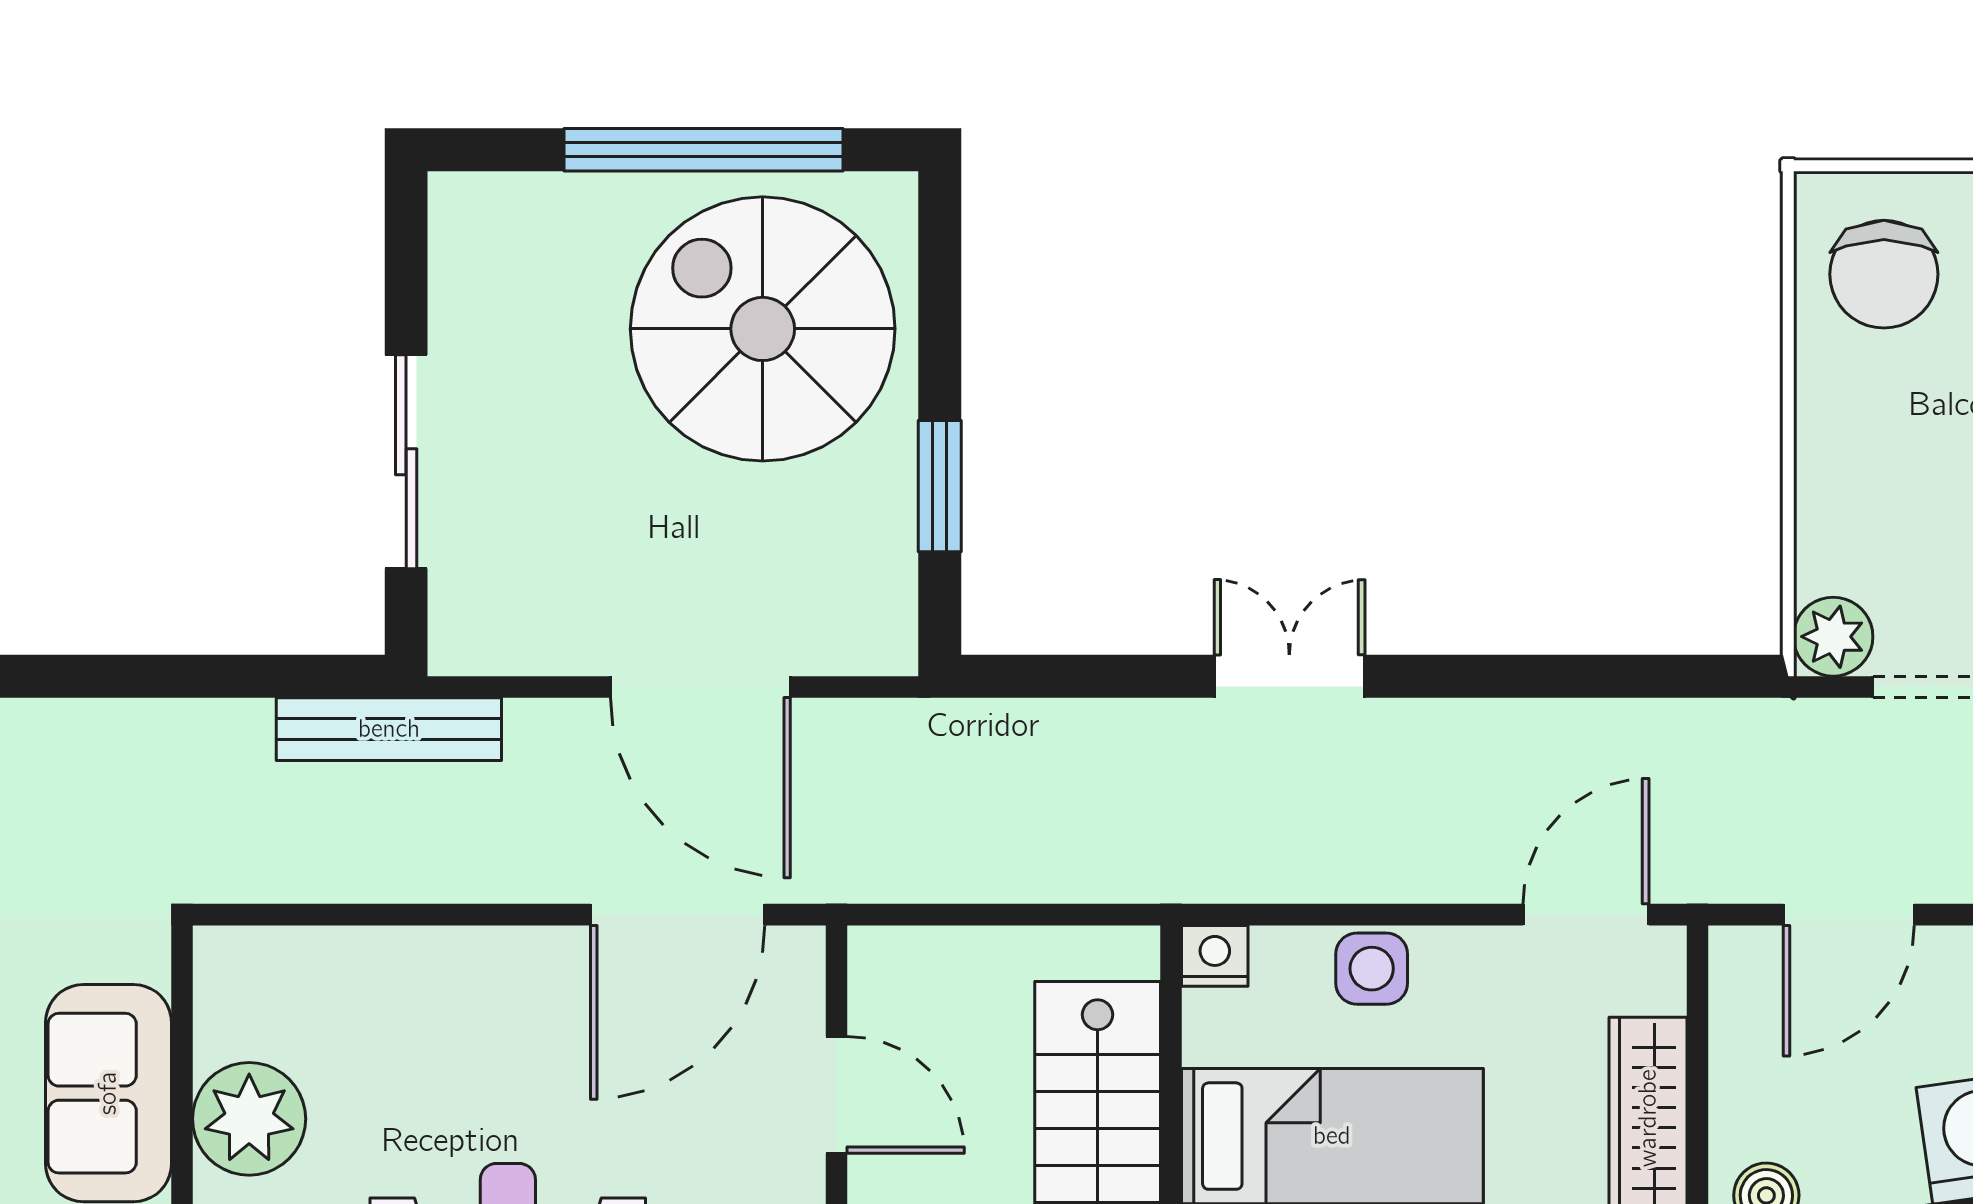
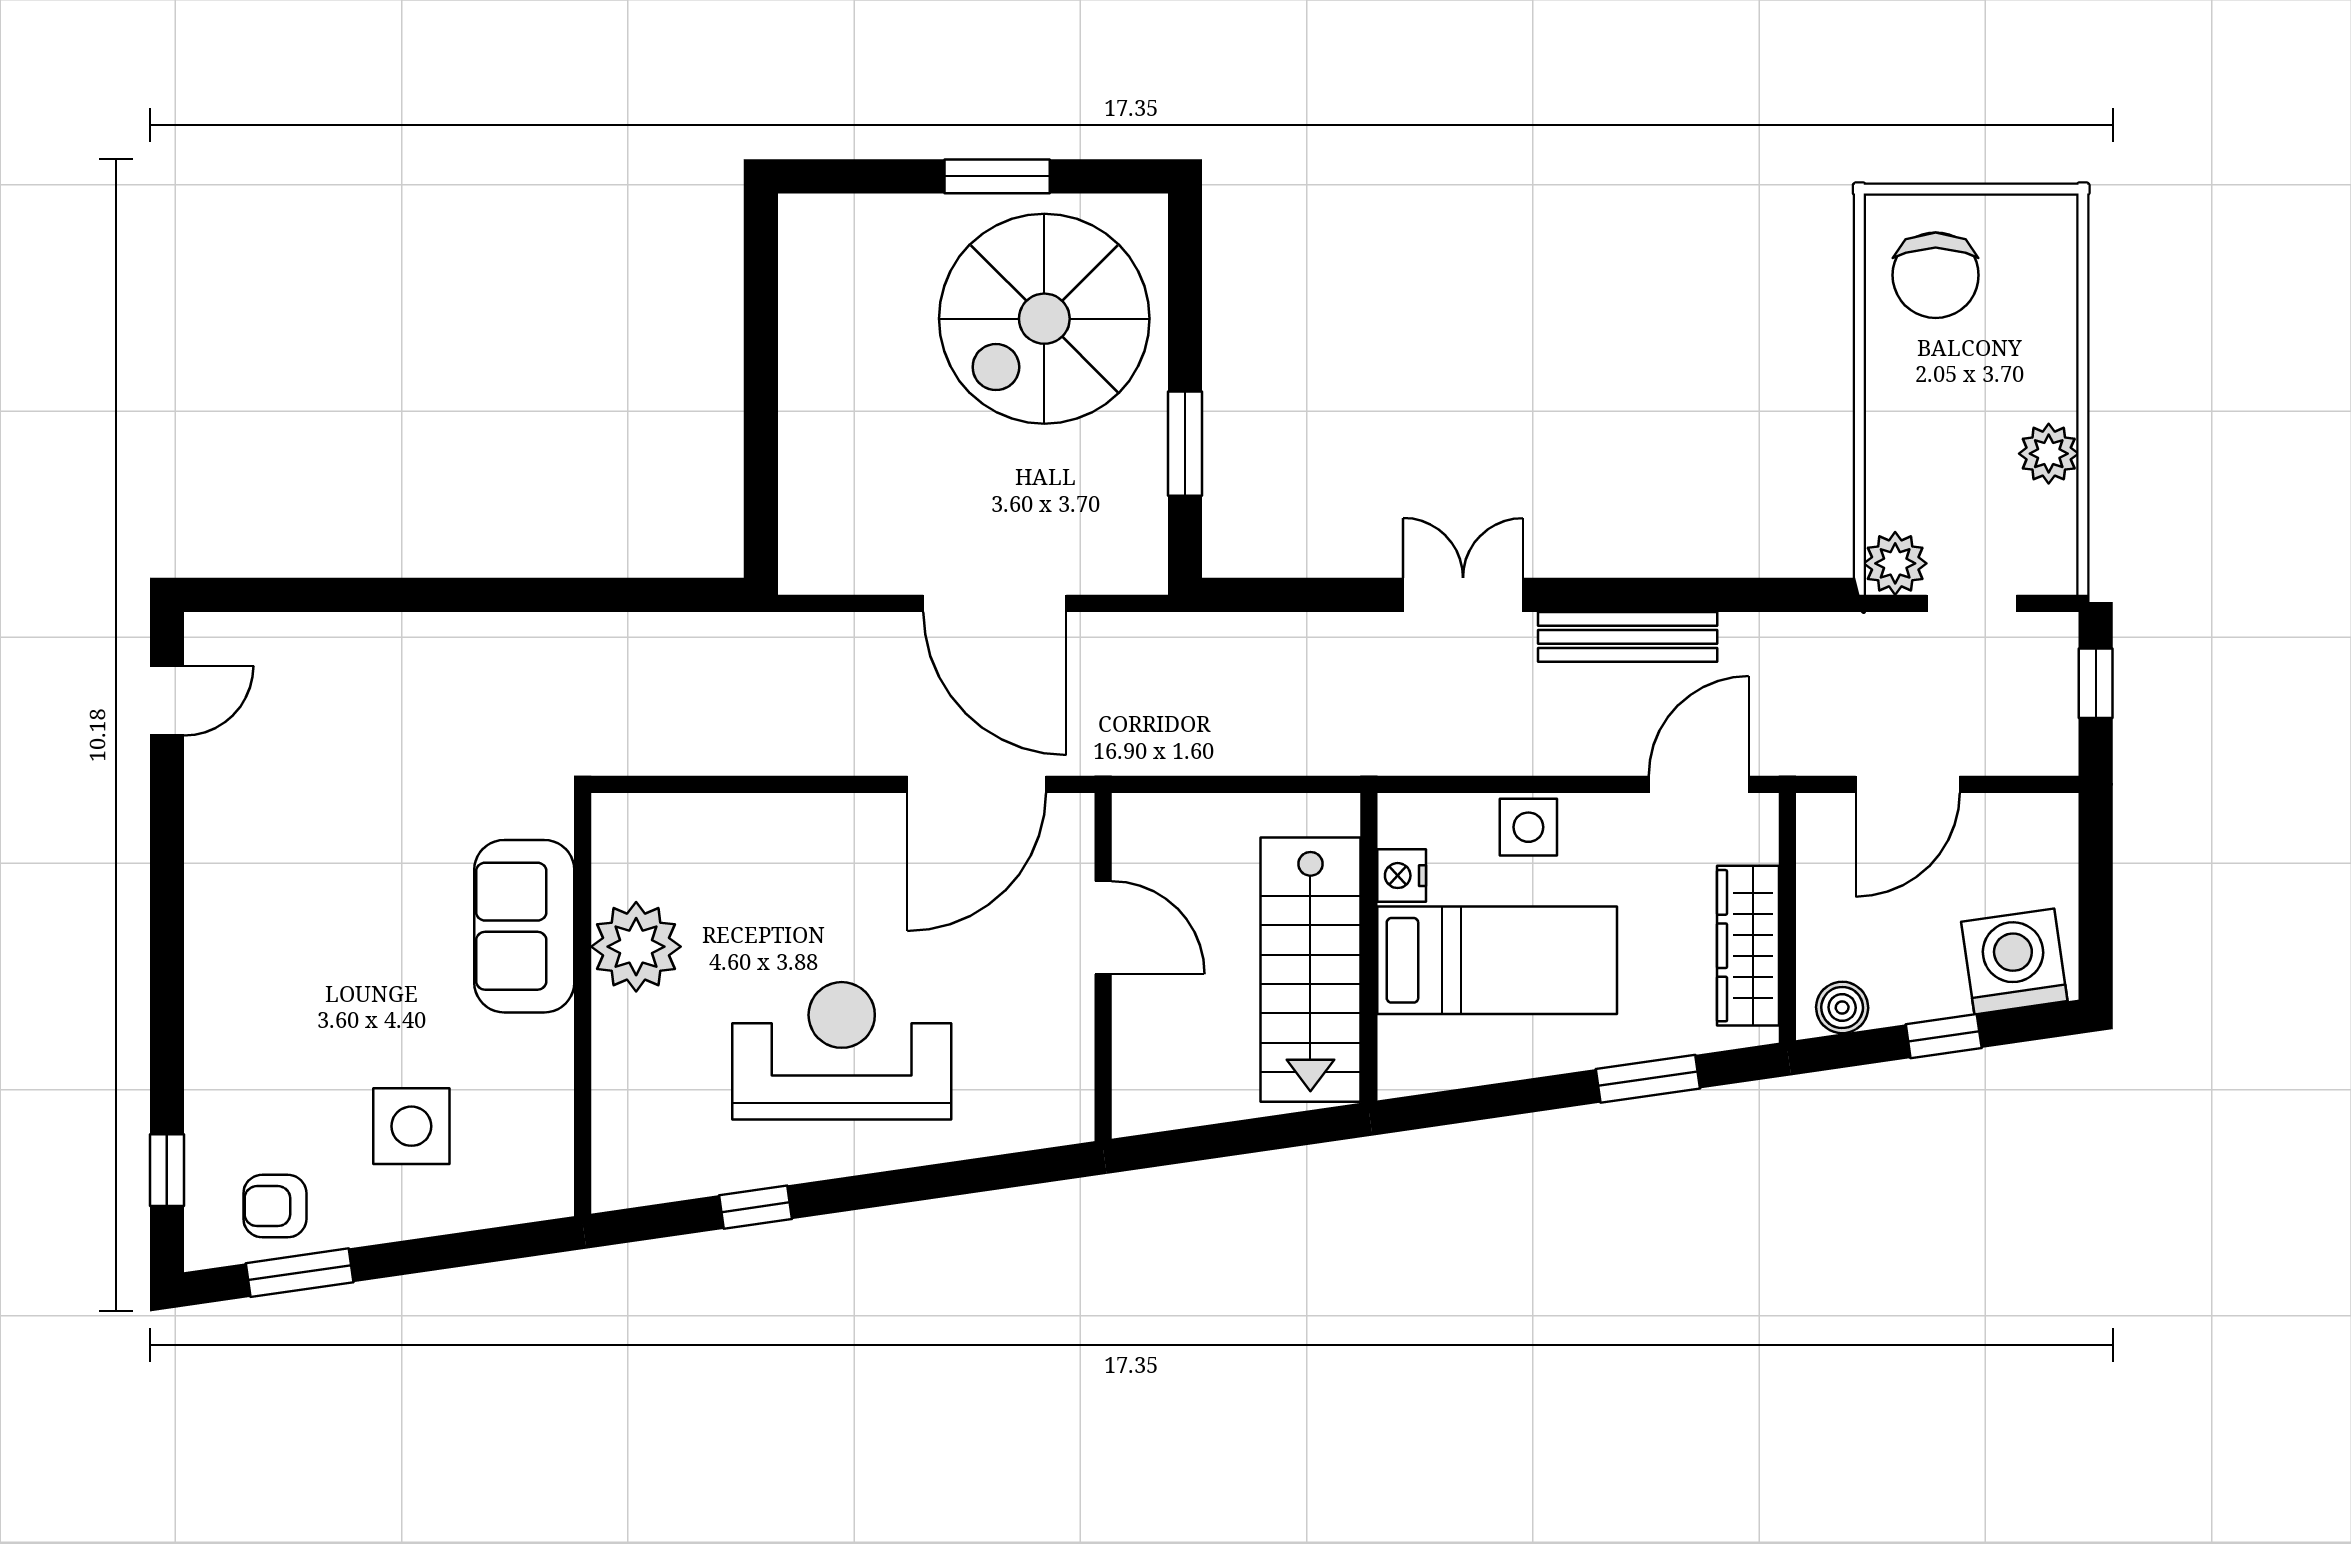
window: (703, 150) -> (997, 176), width x0.47
spiral stairs: (763, 329) -> (1044, 319), turned -90
sliding door: (406, 462) -> (761, 424), removed
bench: (389, 729) -> (1628, 637), moved
nightstand: (1215, 956) -> (1402, 876), moved, turned -90

